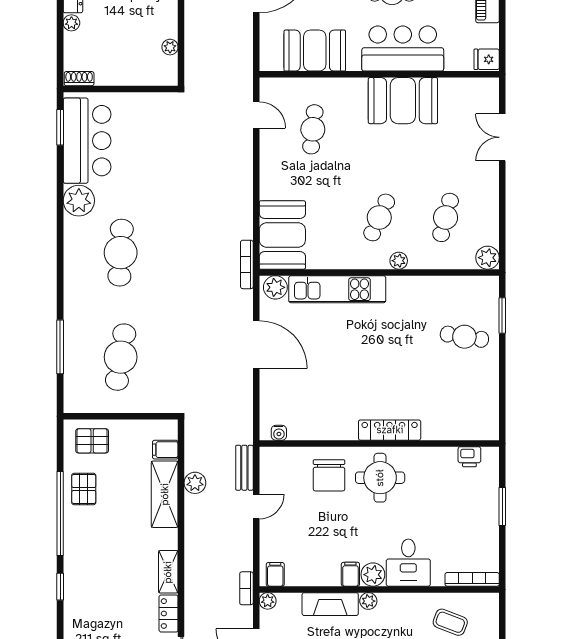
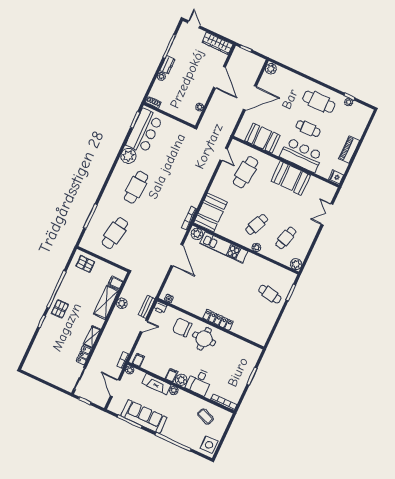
cafe table: (313, 129) -> (246, 172), width x1.37, depth x1.35
printer: (469, 457) -> (160, 307), moved
chair: (329, 475) -> (182, 327), turned 90
pallet: (84, 489) -> (60, 309), moved

